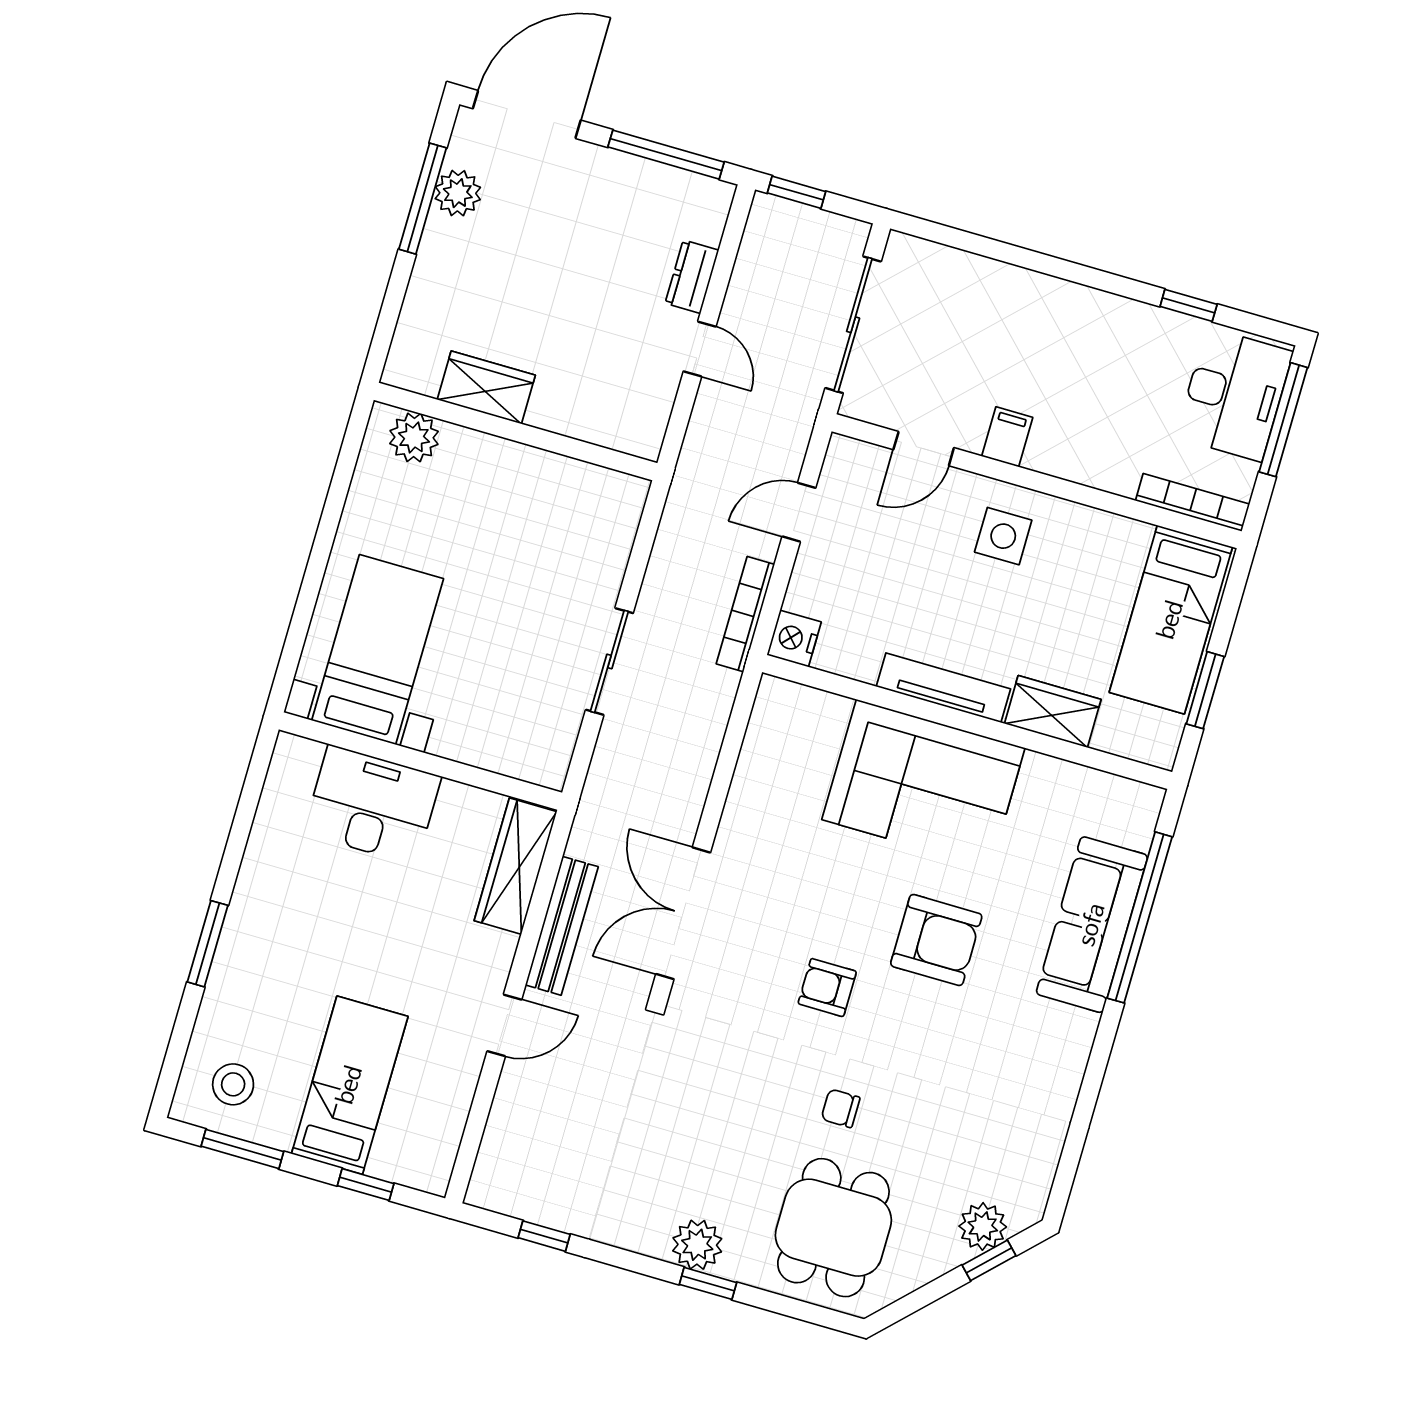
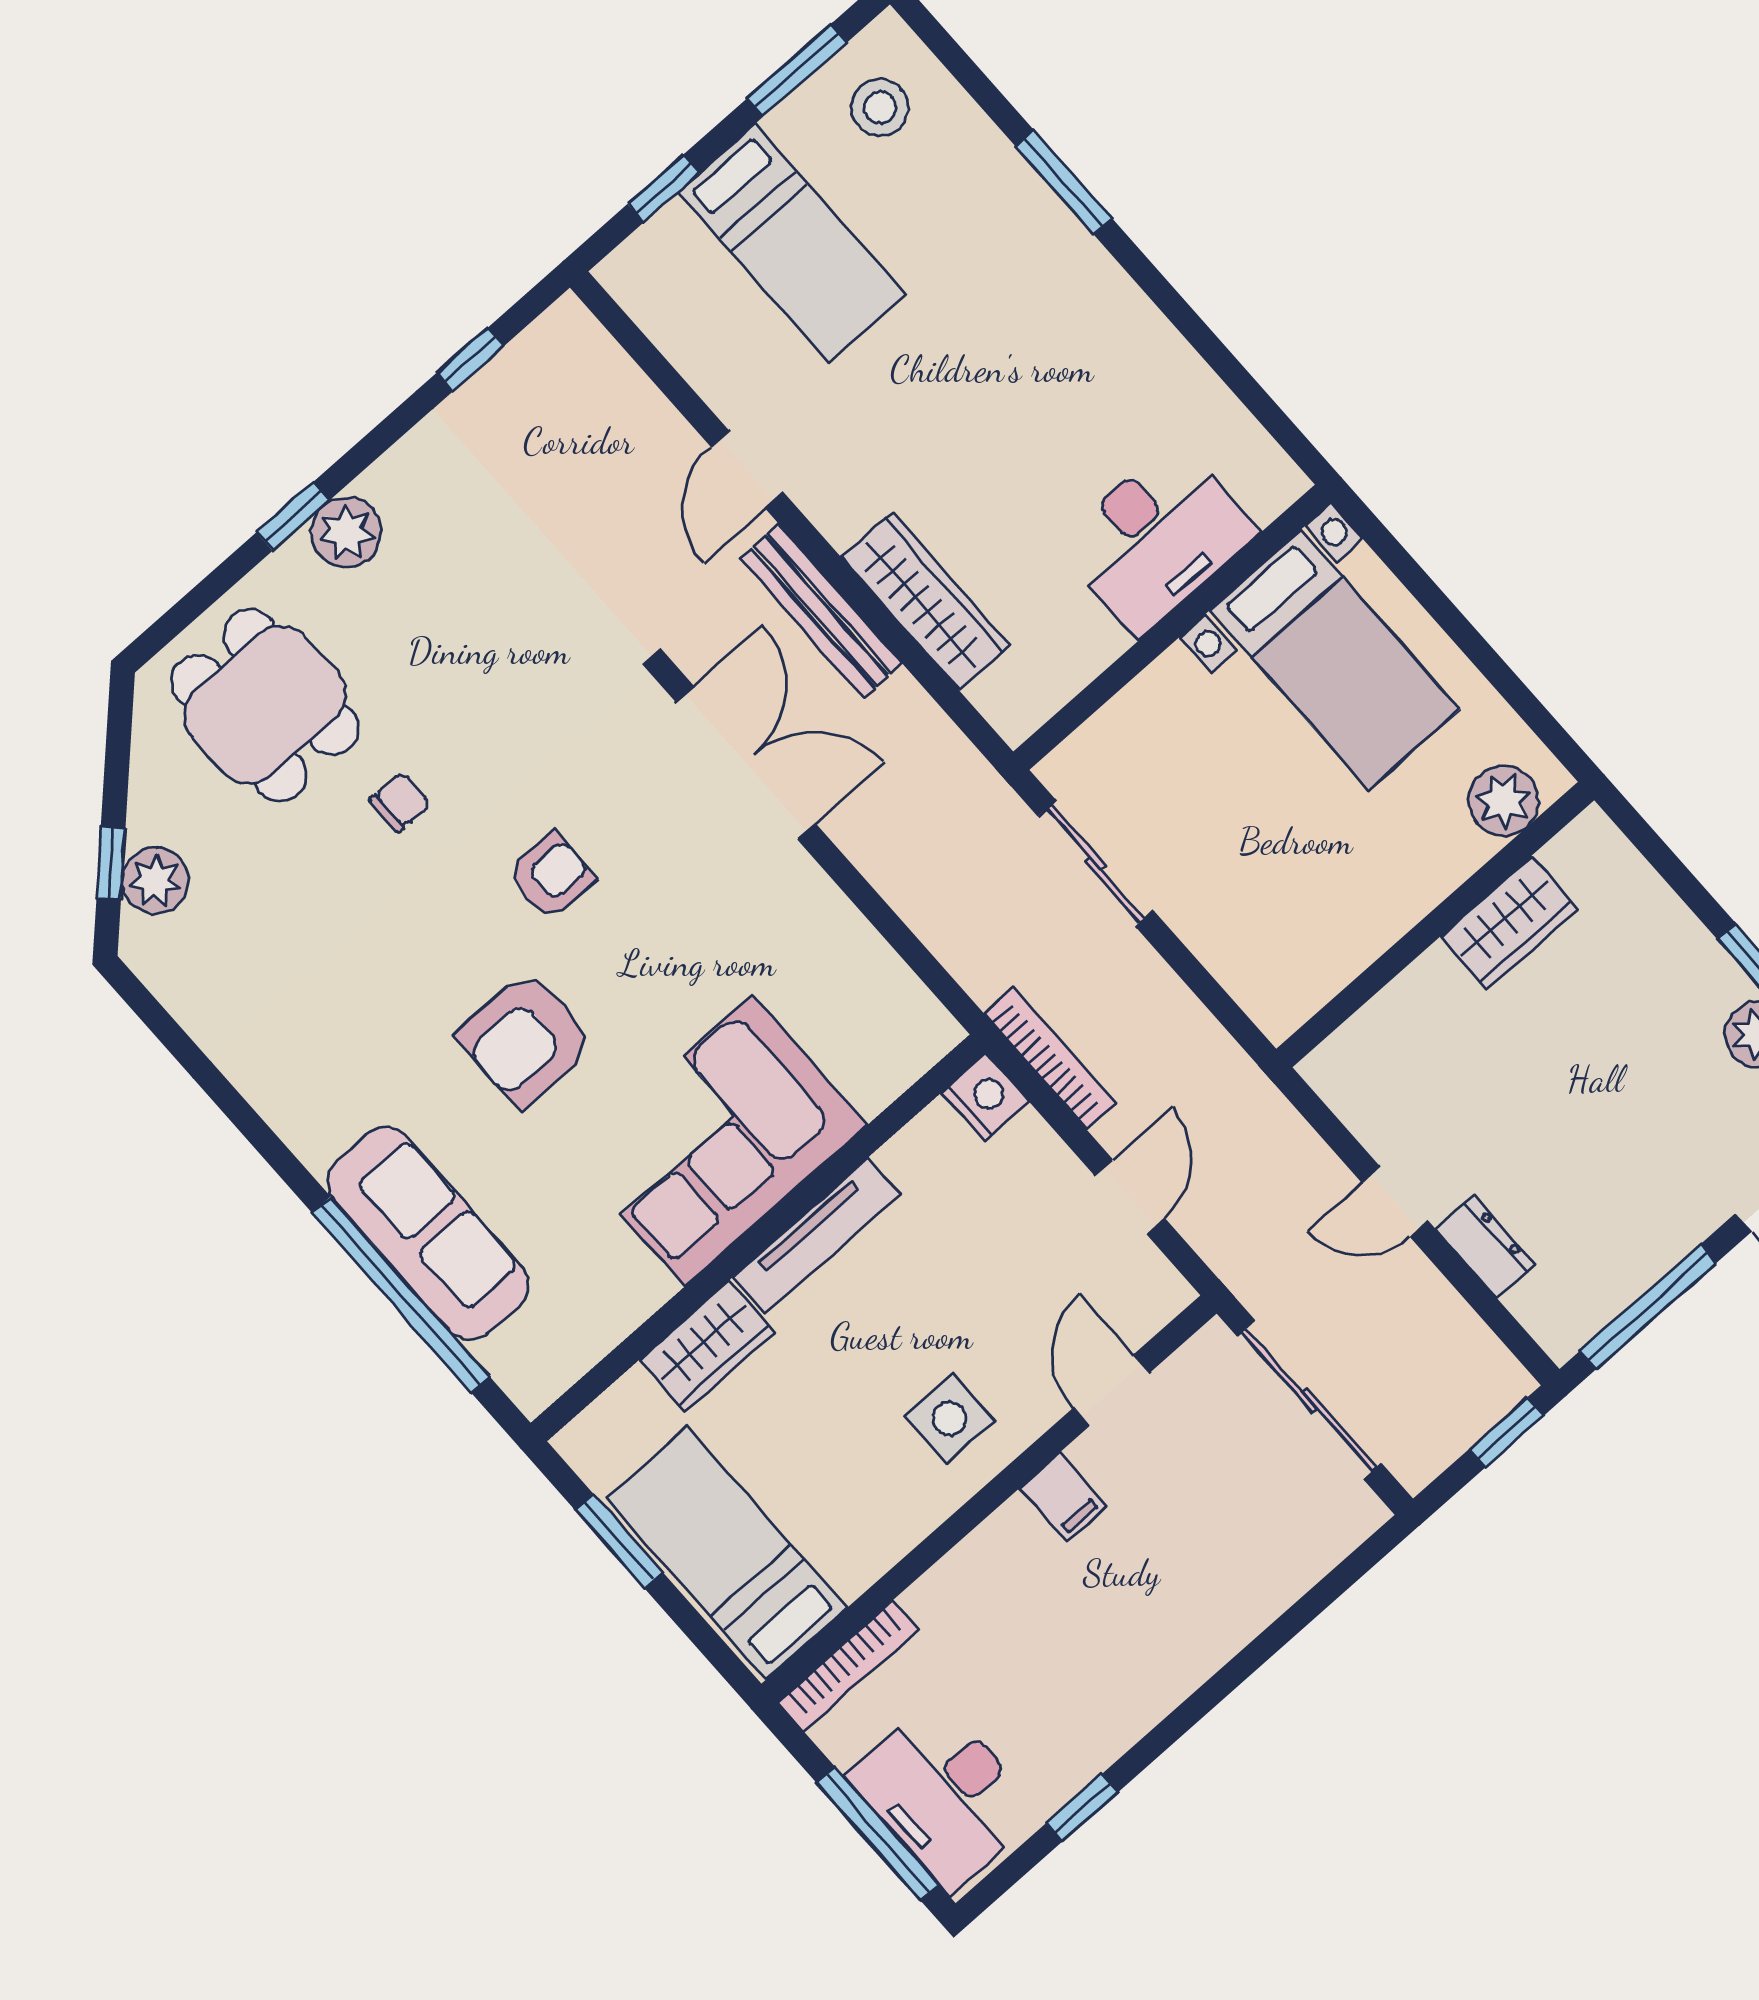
bed with nightstands: (378, 650) -> (1335, 660), moved
wall: (420, 761) -> (1172, 627), moved
desk: (372, 805) -> (1157, 538), moved

